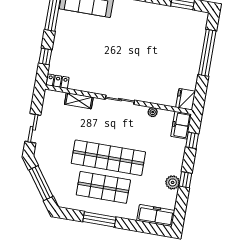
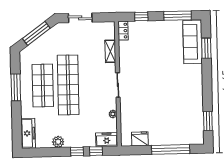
fridge: (186, 99) -> (140, 139), moved
window: (185, 180) -> (77, 152), moved

